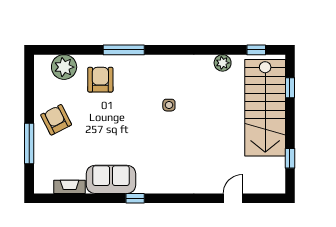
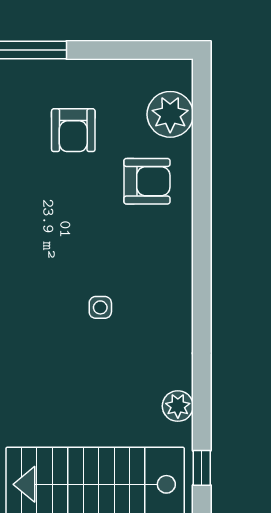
window: (124, 50) -> (202, 224), removed
armchair: (56, 120) -> (73, 130), moved, turned 117

